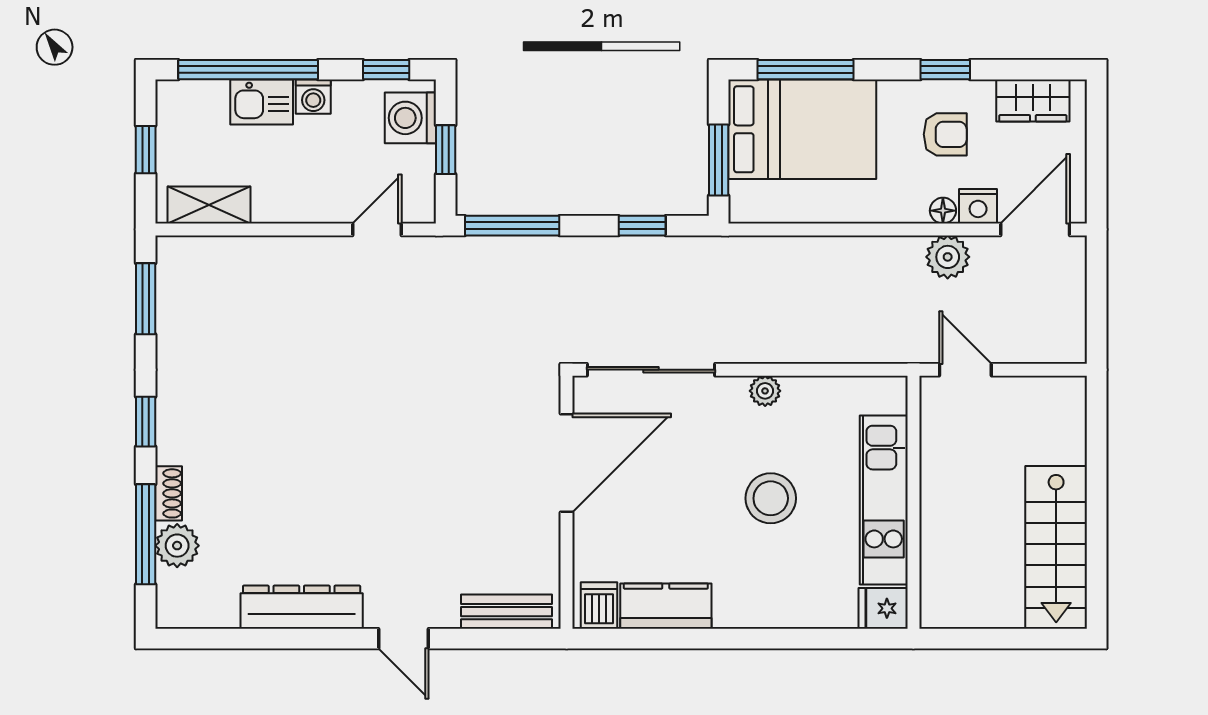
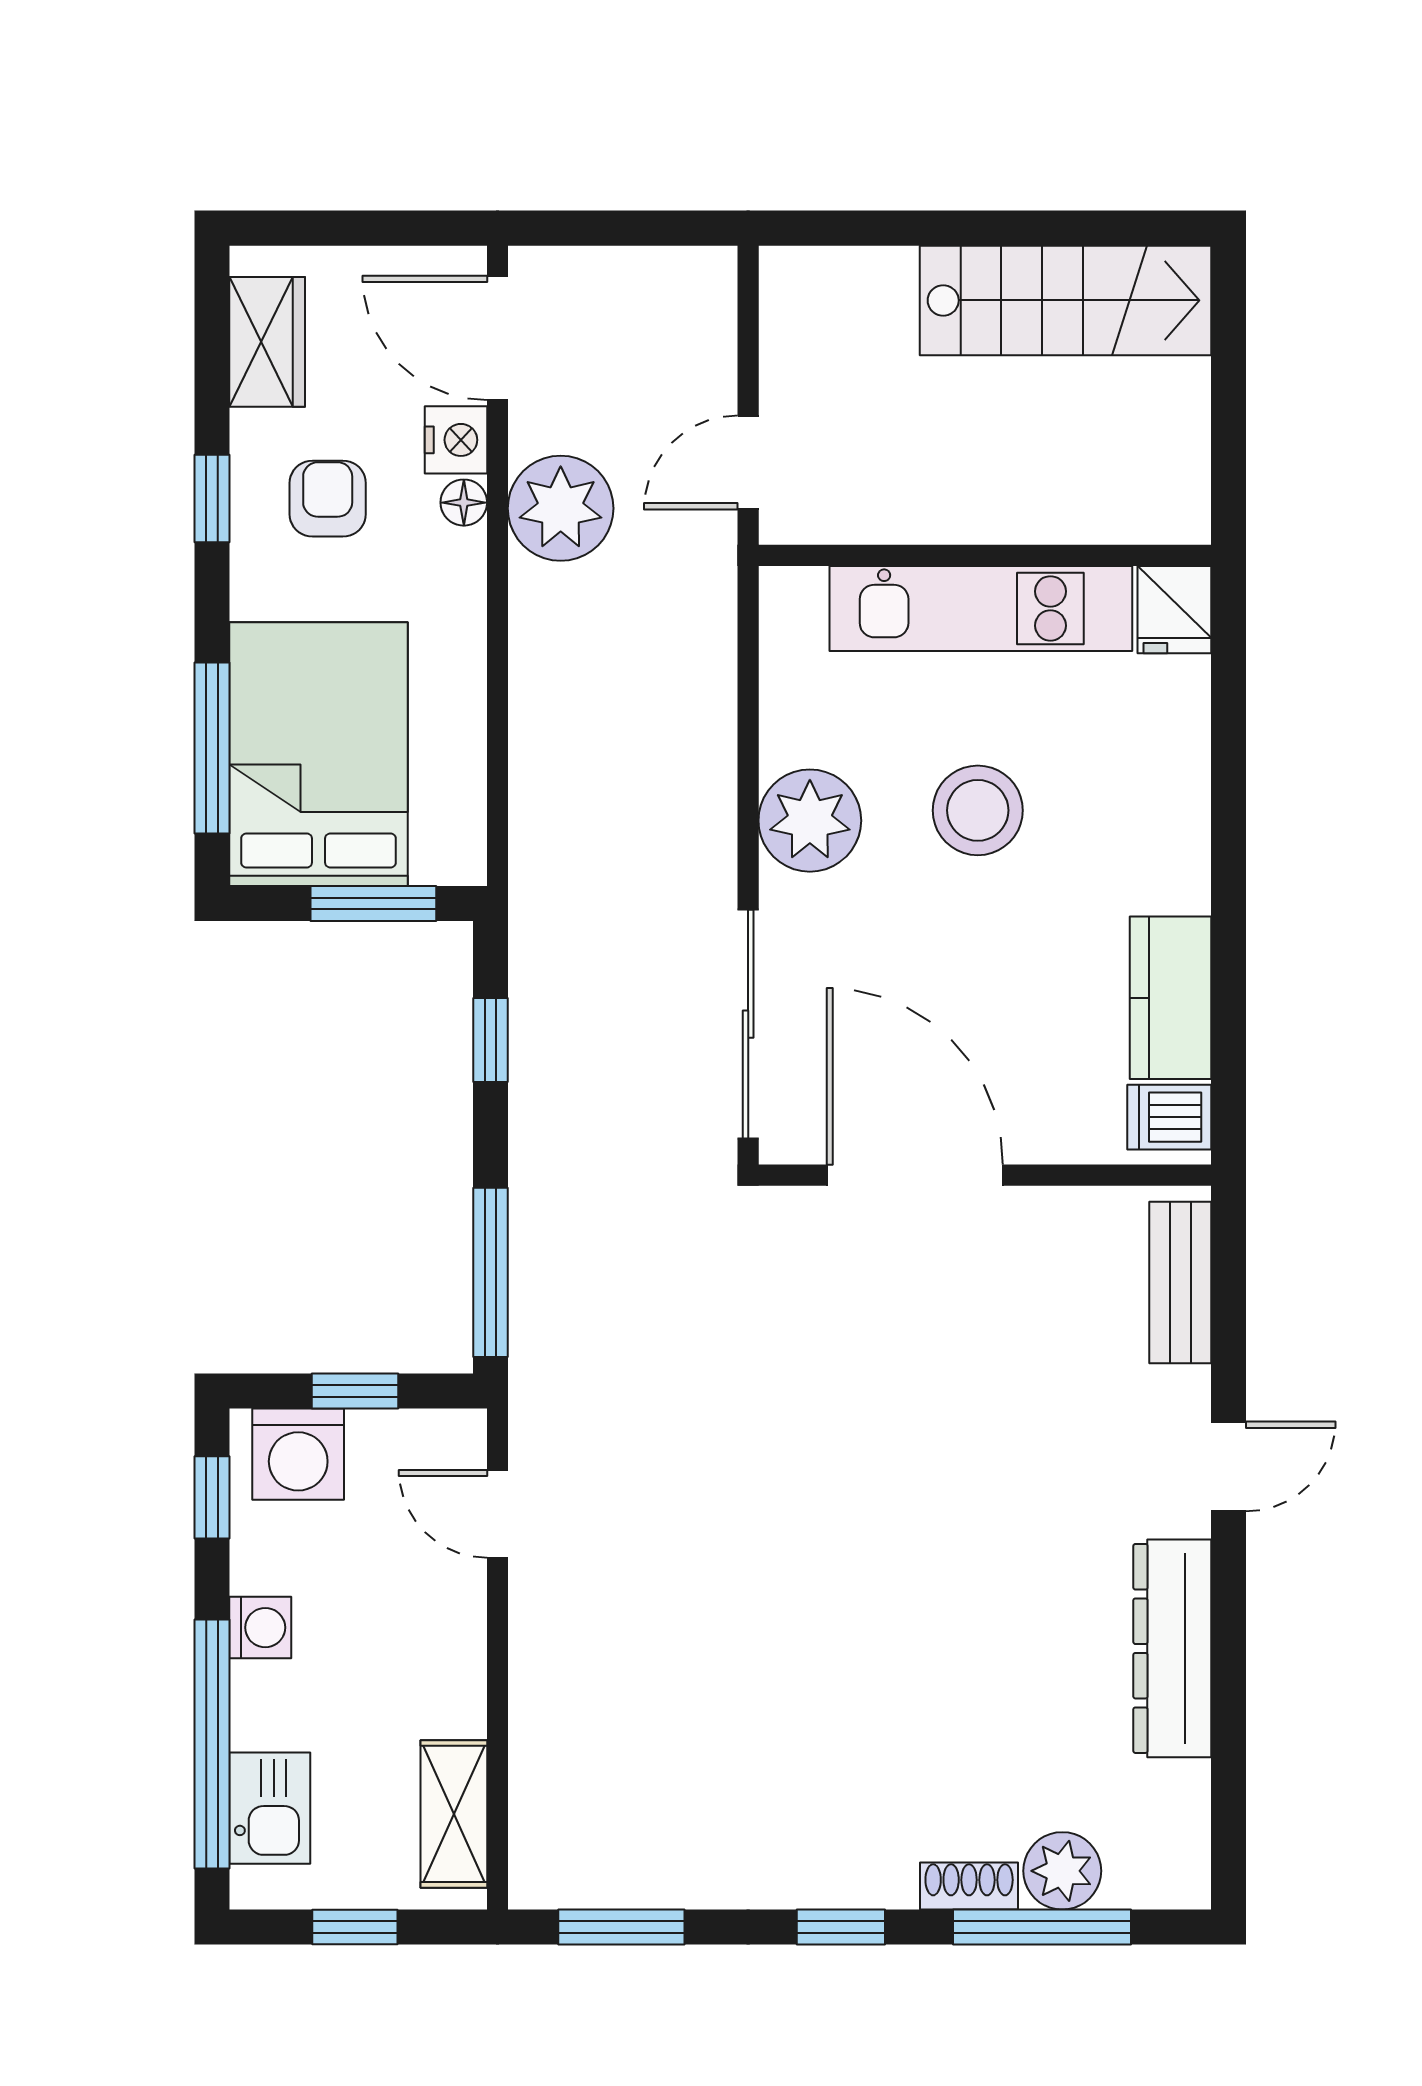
kitchen sink: (262, 102) -> (270, 1808), moved
plant: (948, 257) -> (561, 508), width x1.36, depth x1.36
plant: (765, 391) -> (810, 821), width x1.87, depth x1.87

